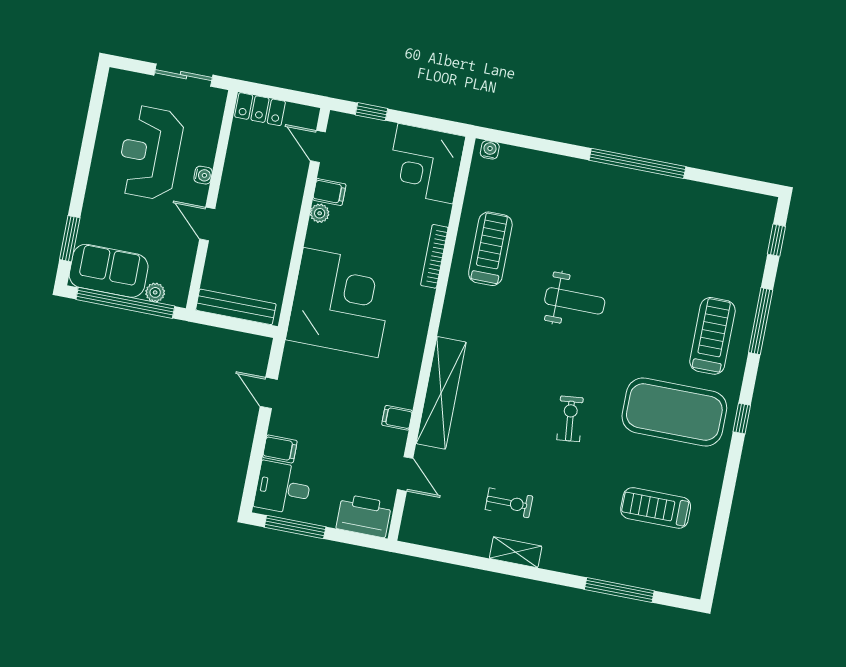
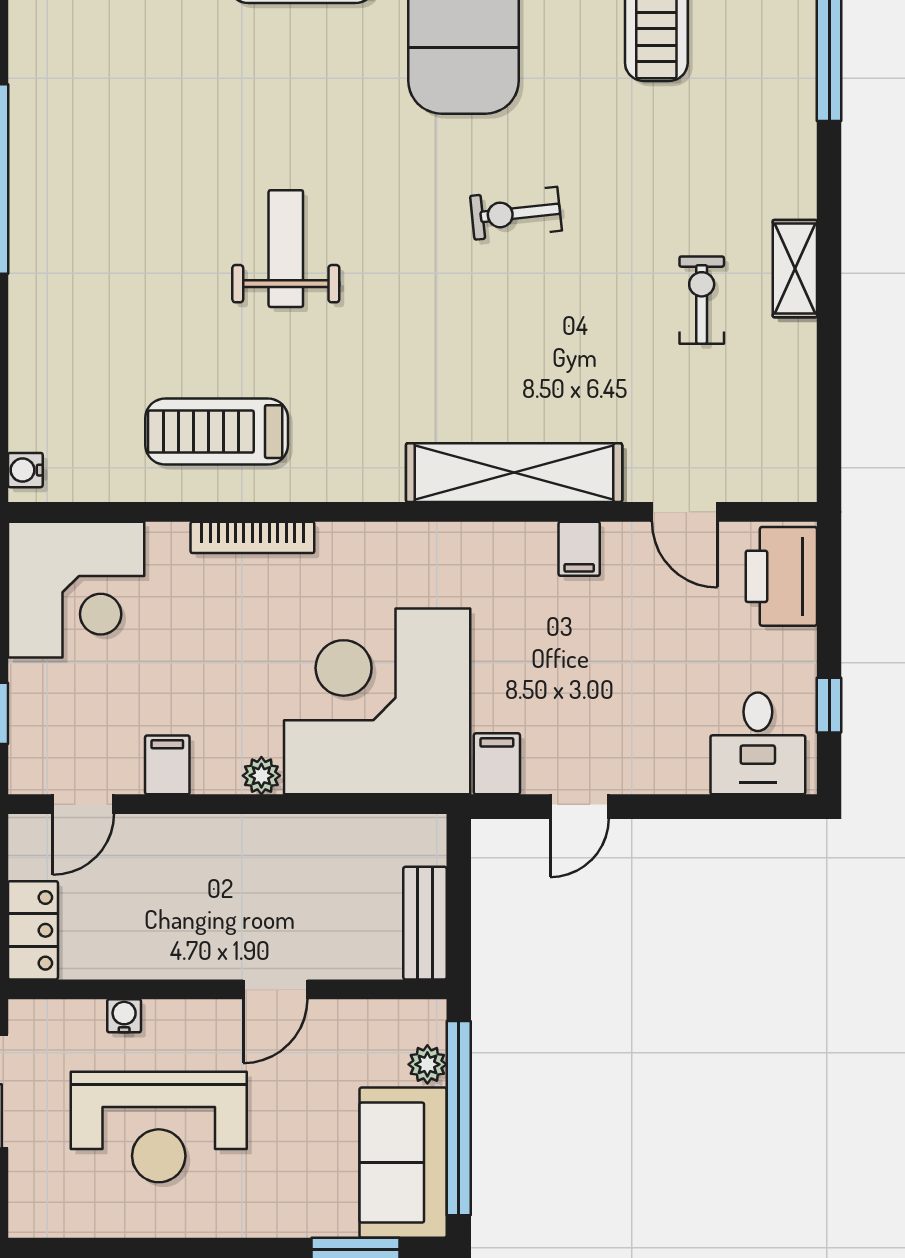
water cooler: (203, 175) -> (124, 1016), moved
plant: (320, 213) -> (261, 776), moved
bench: (236, 307) -> (425, 923), width x0.73
filing cabinet: (280, 449) -> (497, 764), moved
door: (405, 474) -> (685, 512), swing flipped
window: (295, 527) -> (829, 705), width x0.46

